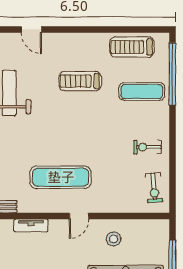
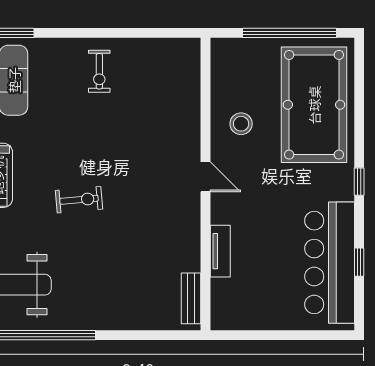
exercise mat: (61, 177) -> (146, 205), removed
exercise bike: (154, 188) -> (79, 200), moved

